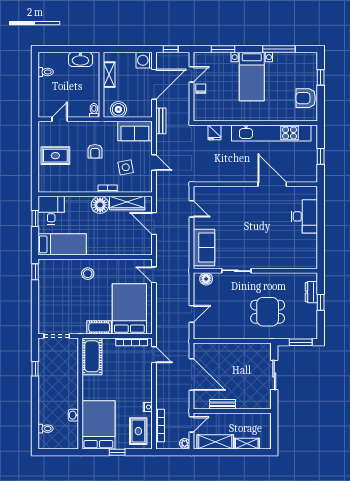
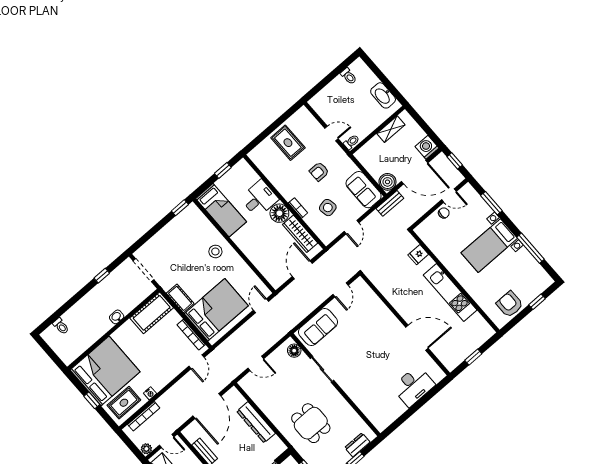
boiler: (118, 109) -> (387, 182), moved
door: (60, 119) -> (332, 133), moved
kitchen unit: (271, 133) -> (450, 292), width x0.73
door: (272, 184) -> (417, 338), hinge flipped
desk: (51, 210) -> (259, 199), moved
dresser: (233, 350) -> (256, 422), added
washbasin: (73, 415) -> (117, 317), moved
bed: (98, 425) -> (105, 371), width x1.36

